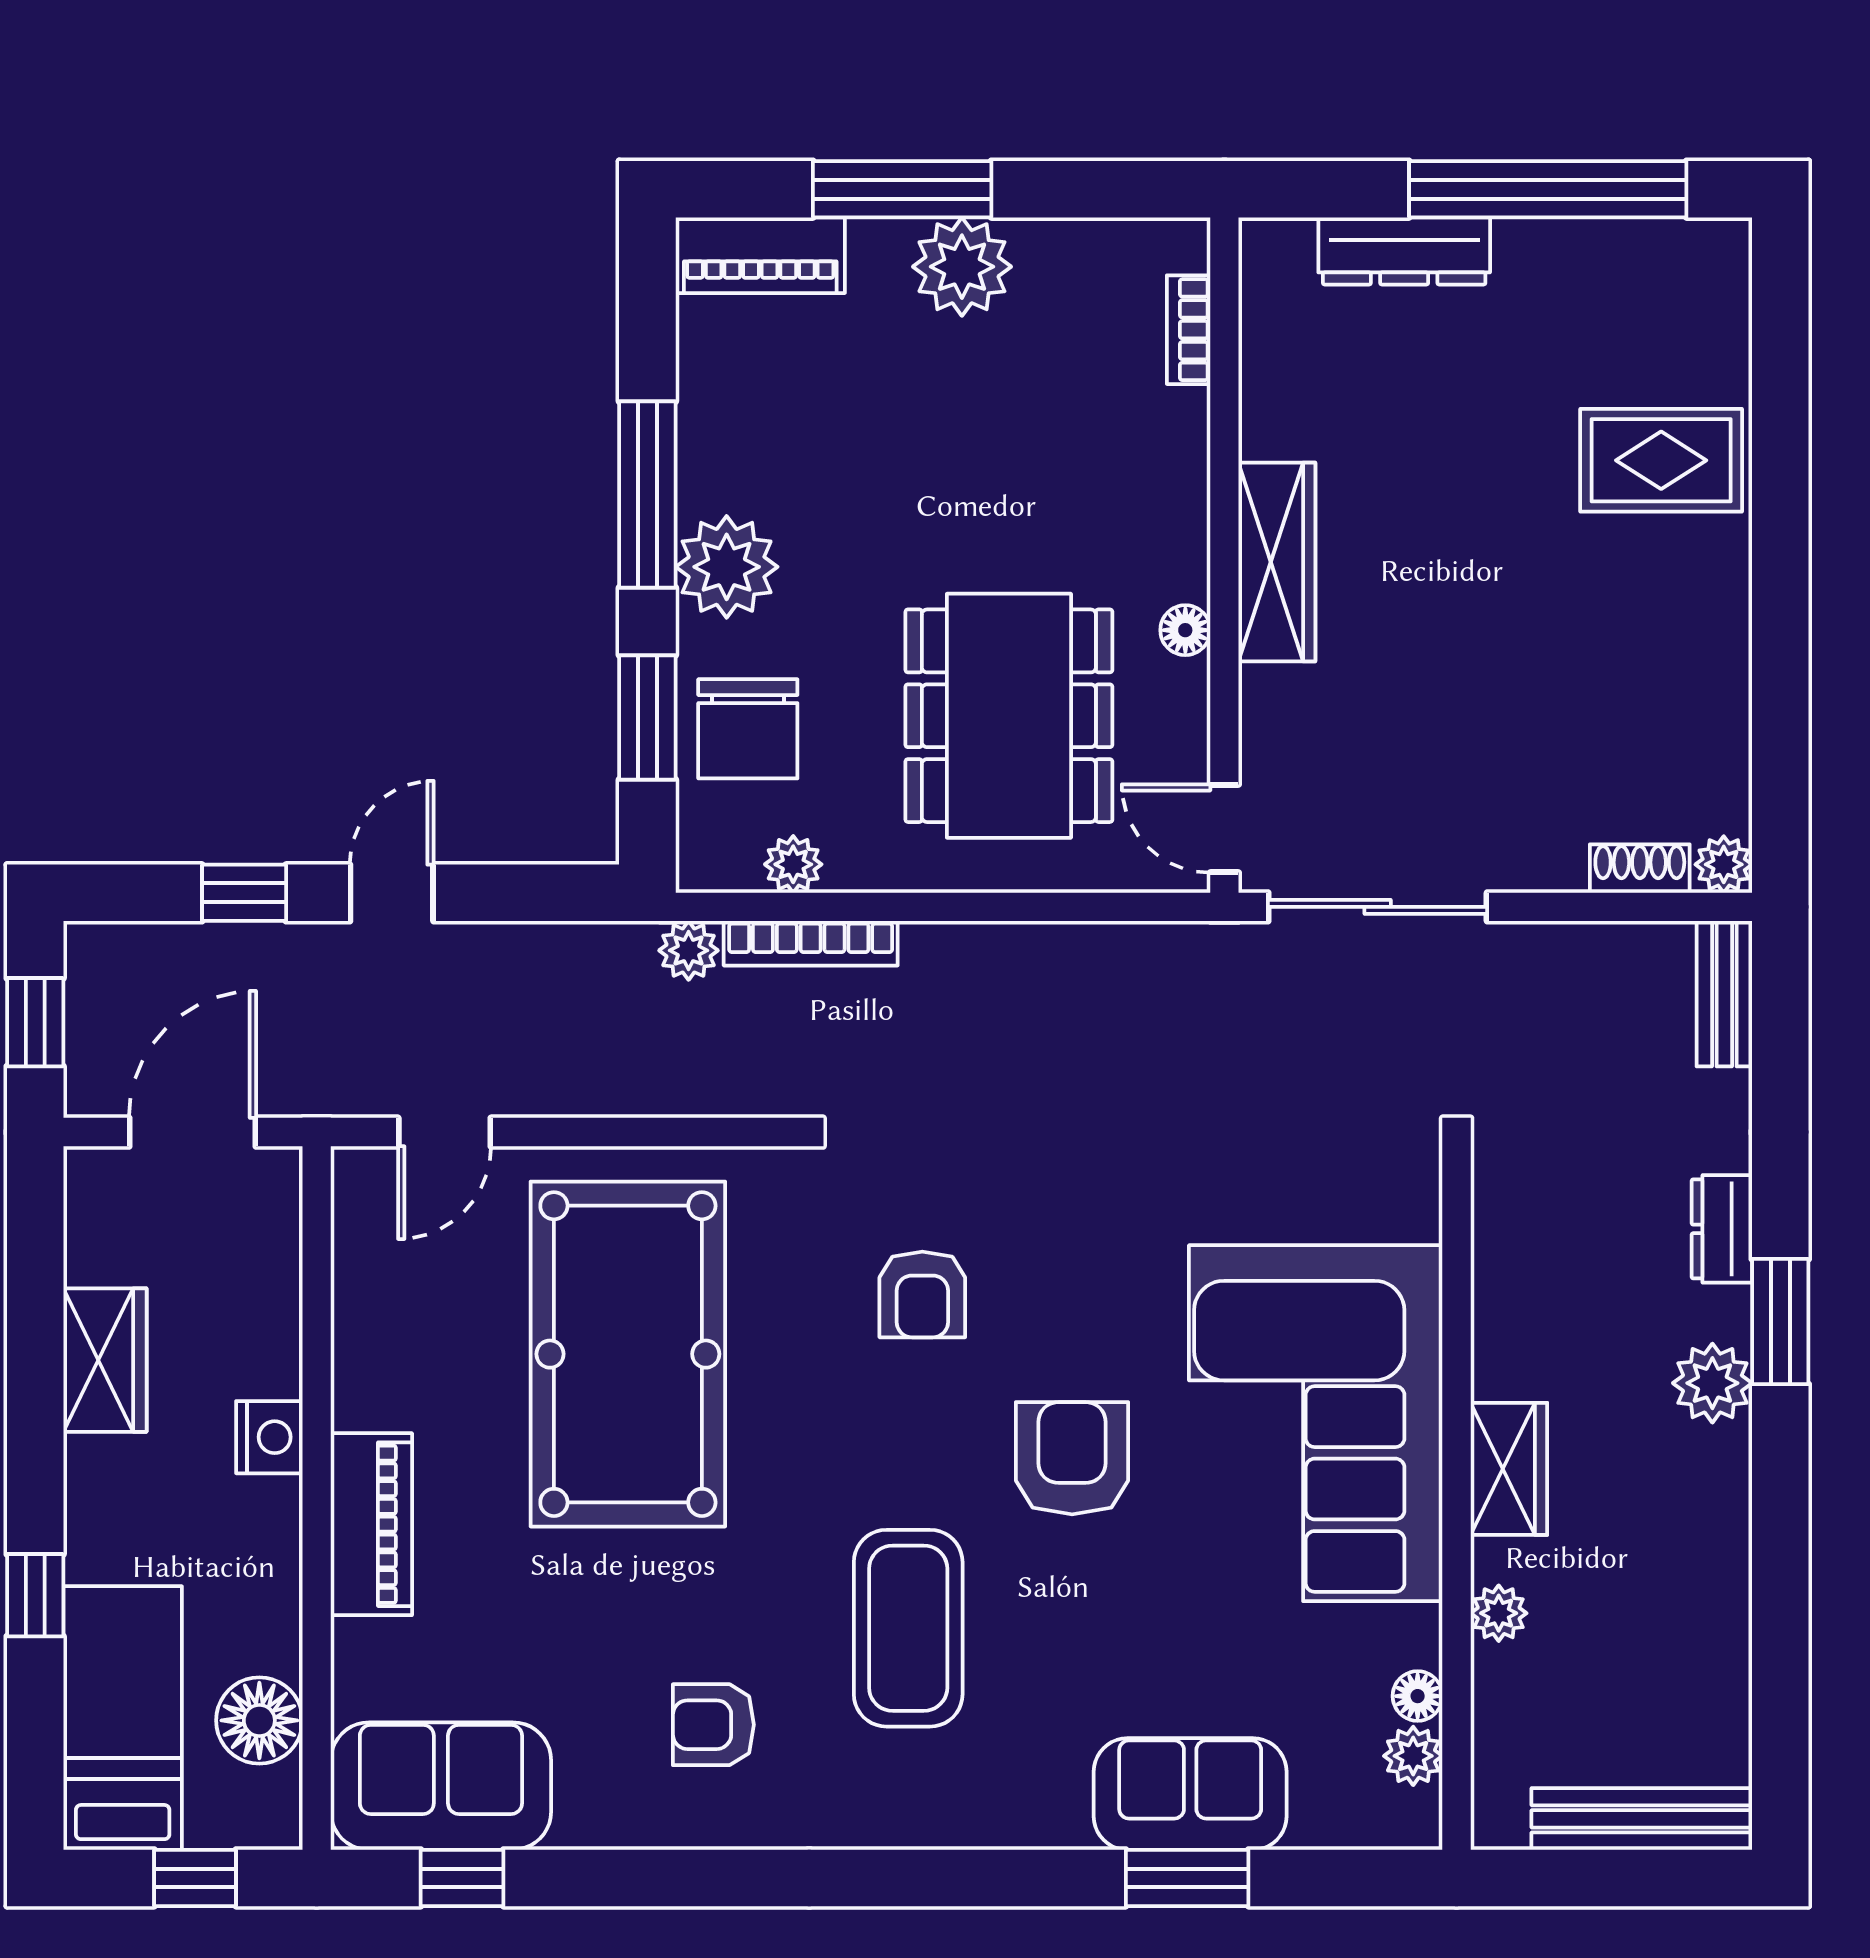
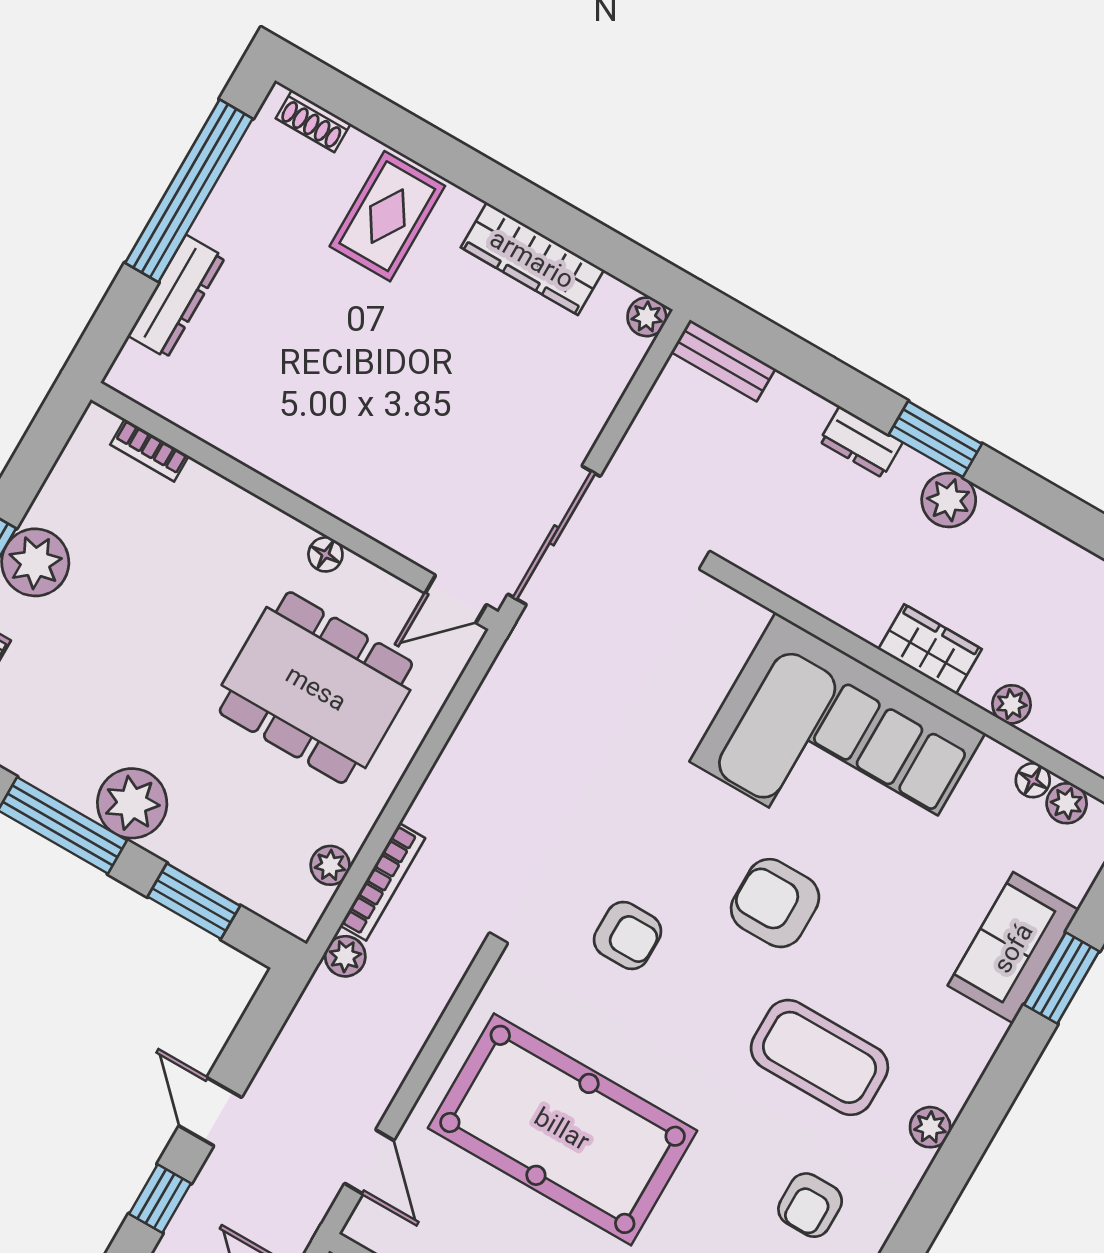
wardrobe: (1277, 562) -> (532, 259), moved, turned 180
chair: (748, 729) -> (235, 846), removed
shoe rack: (1640, 869) -> (313, 121), moved, turned -90
plant: (901, 1820) -> (930, 1127), added

